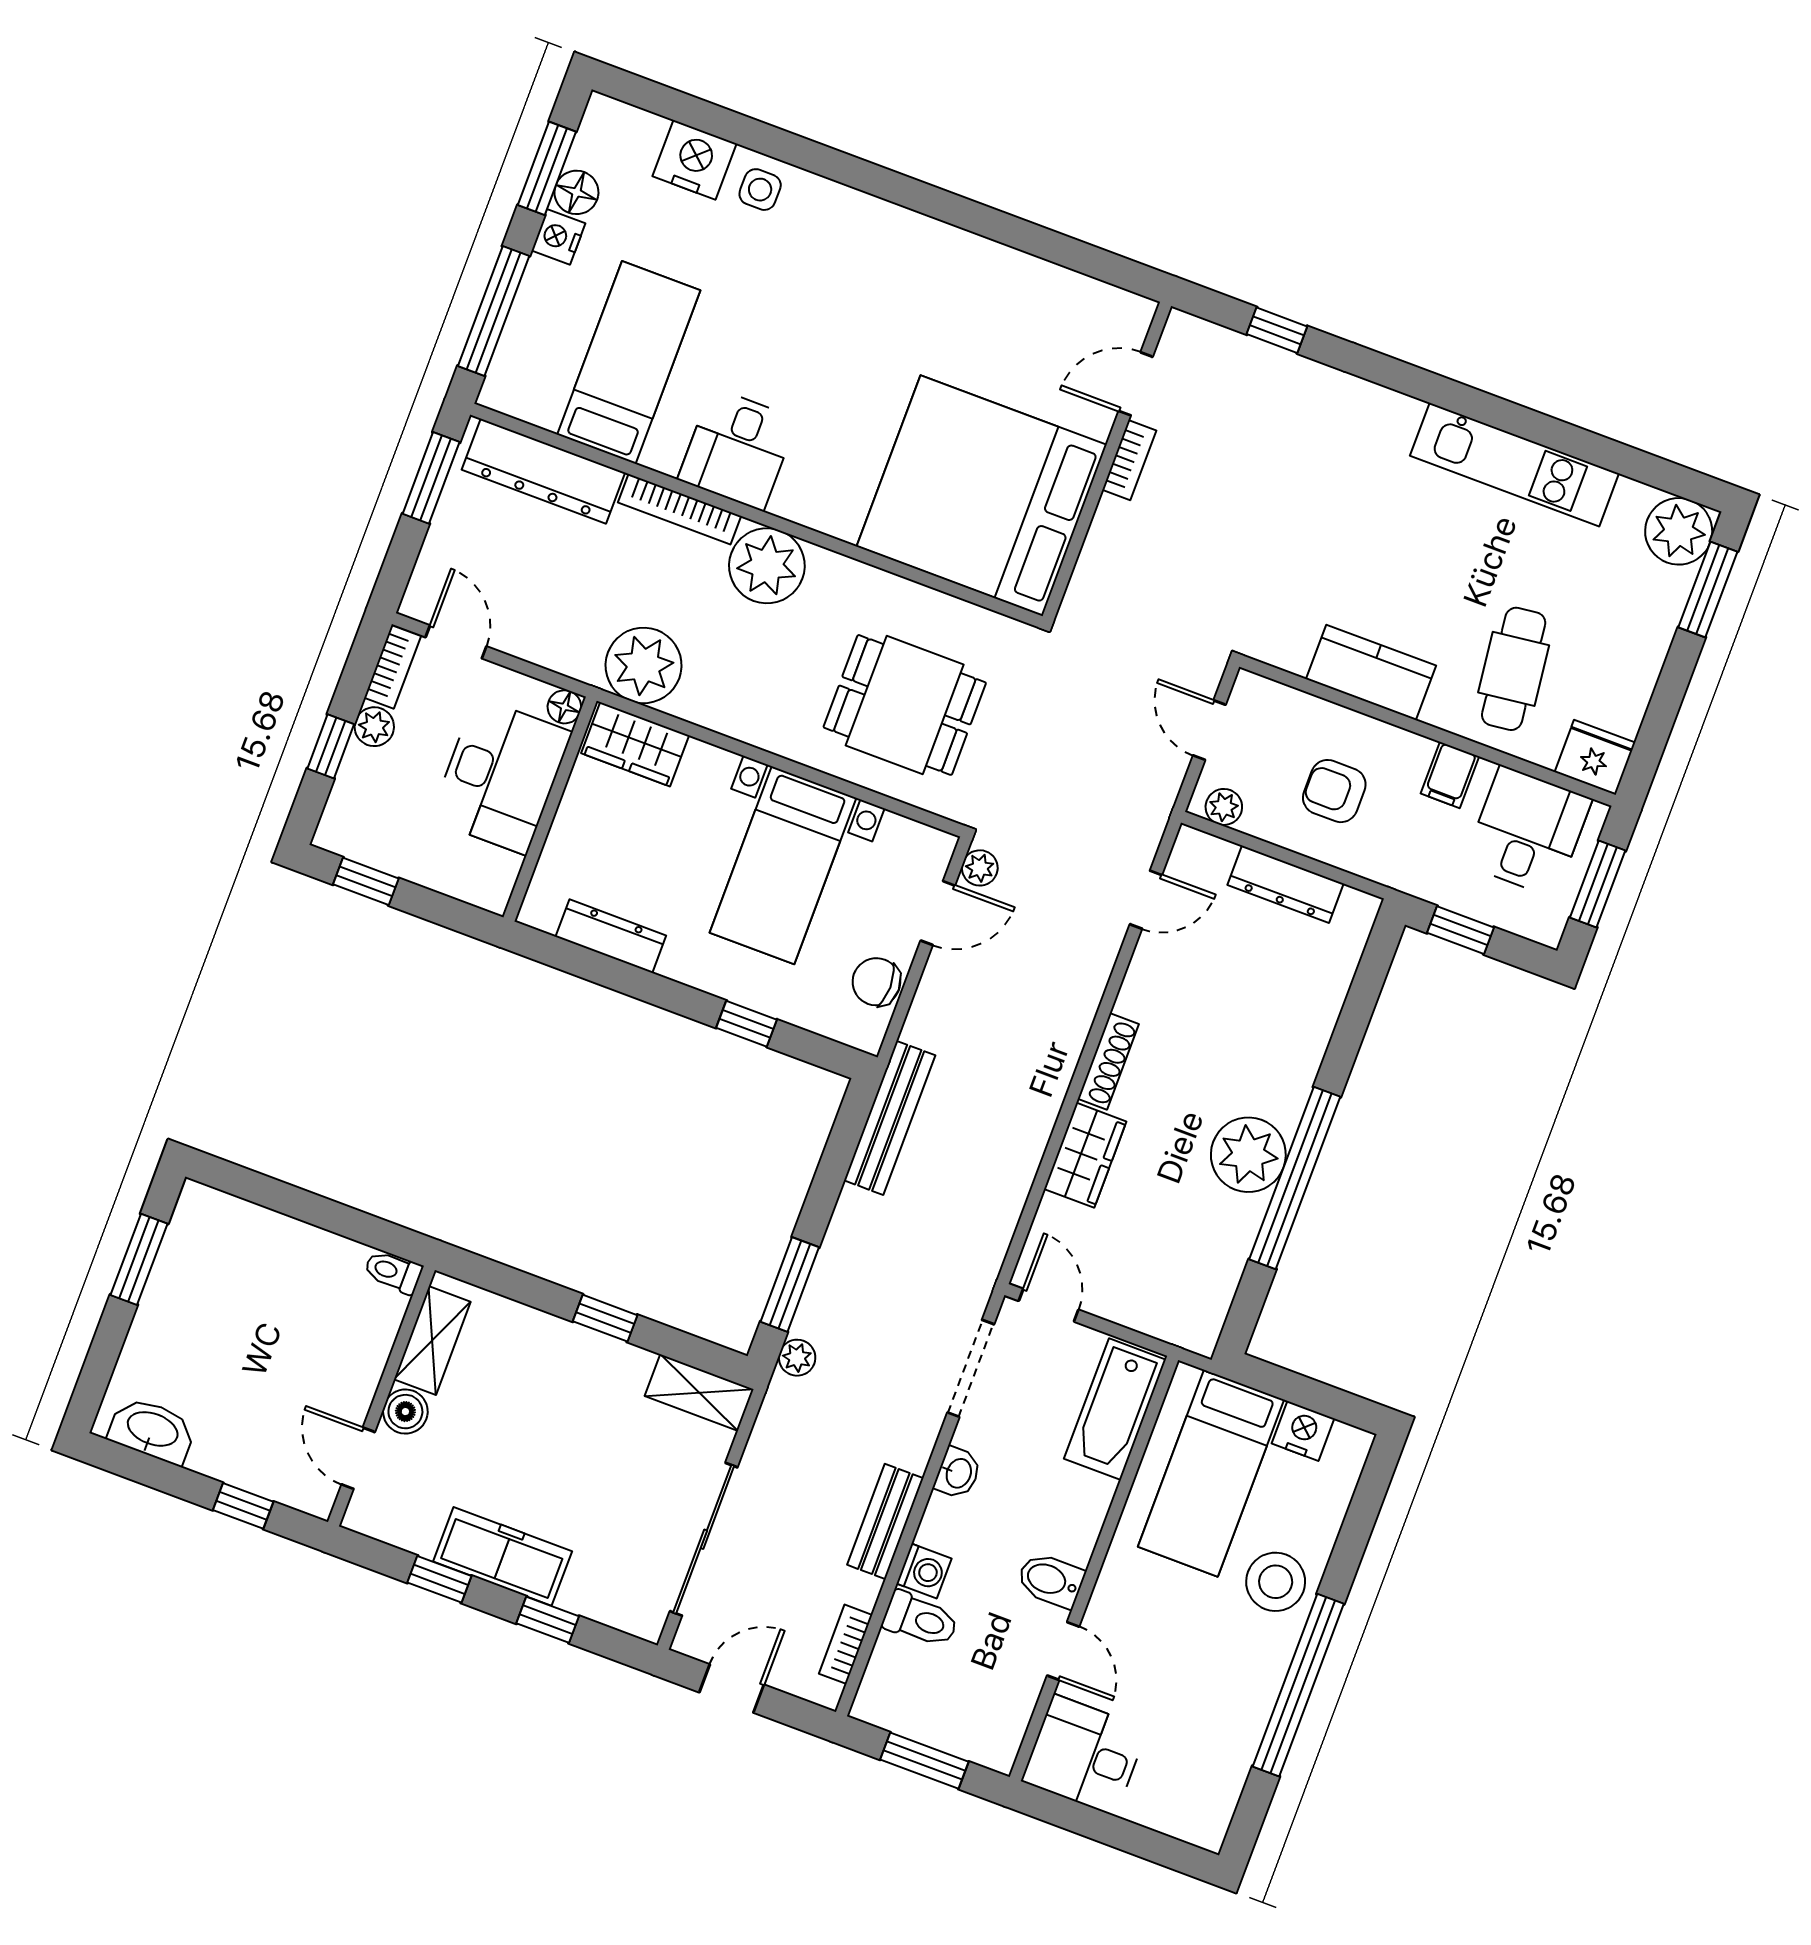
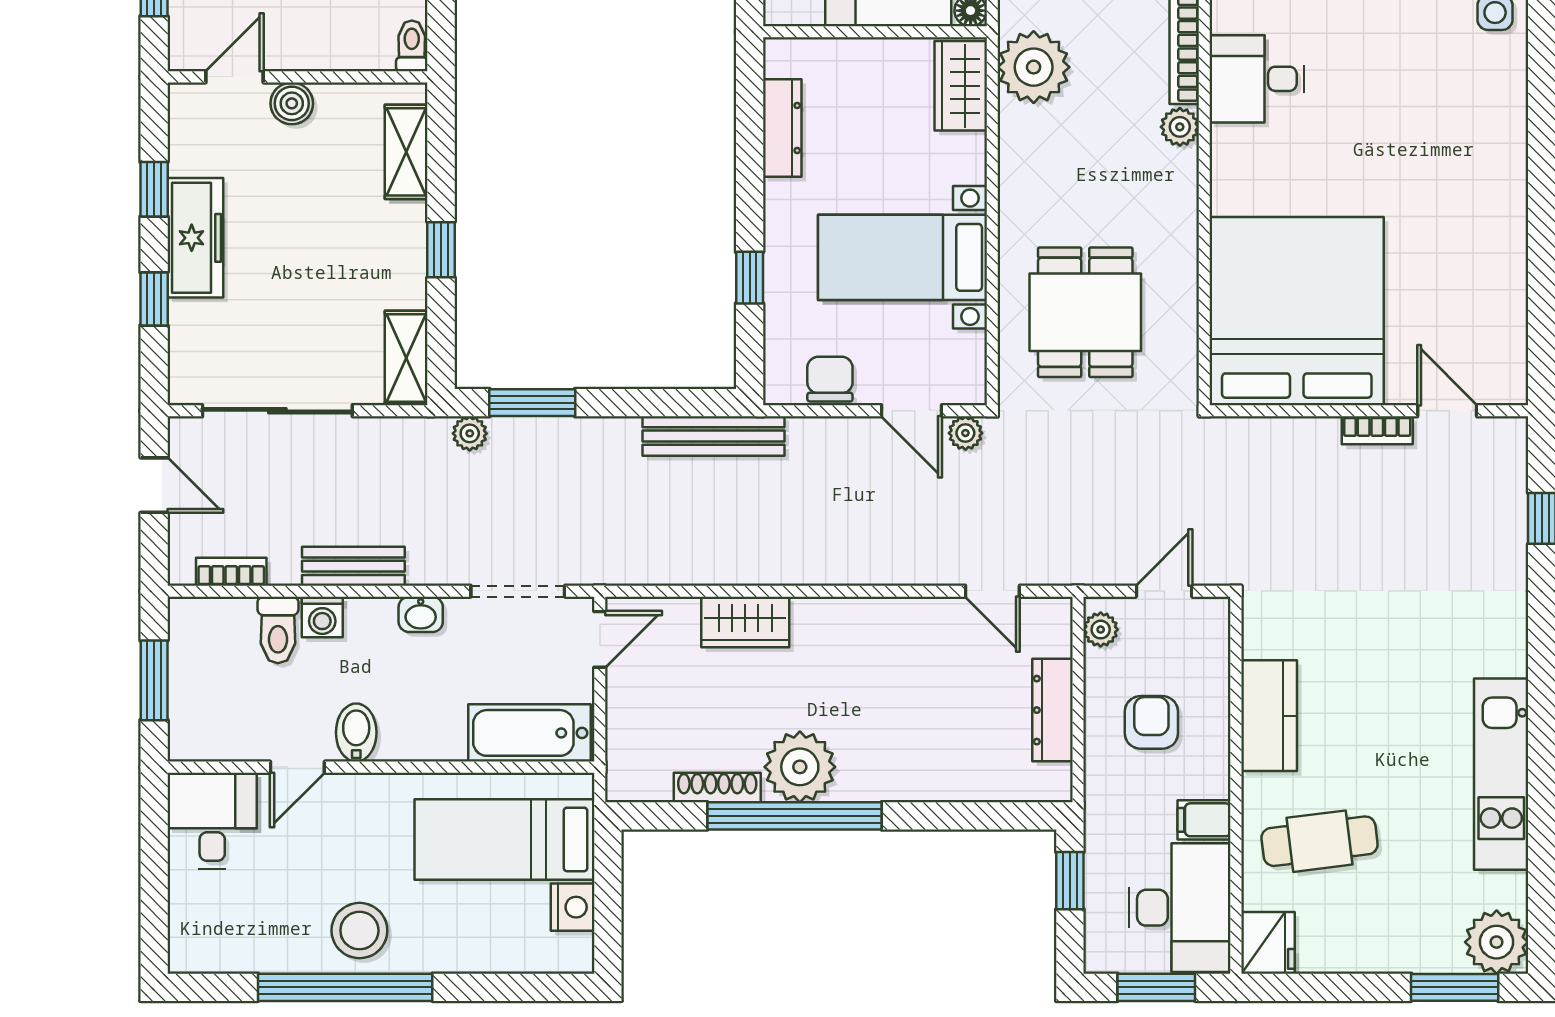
plant: (767, 566) -> (1180, 127), width x0.53, depth x0.53
desk: (1528, 831) -> (1180, 908), width x1.37
shoe rack: (1108, 1061) -> (717, 788), moved, turned 180
shelving: (432, 1341) -> (406, 152), moved, turned 90
stool: (1276, 1582) -> (359, 931), moved

